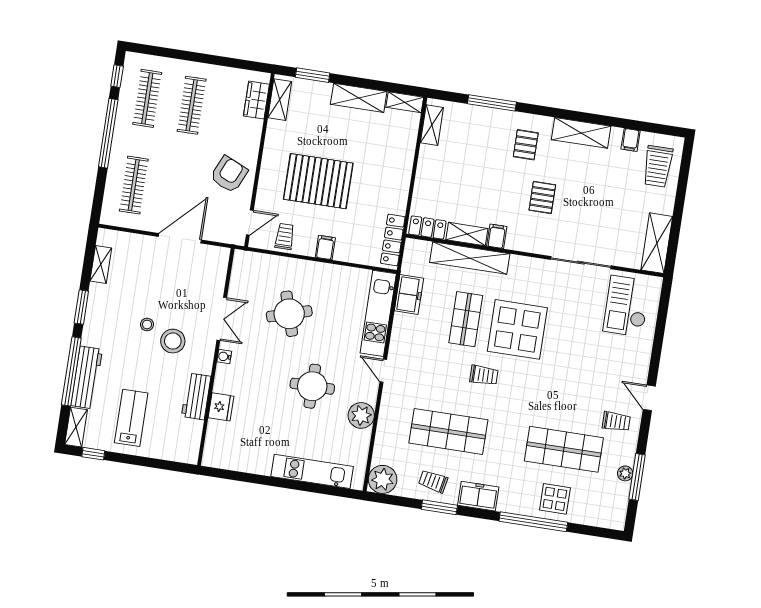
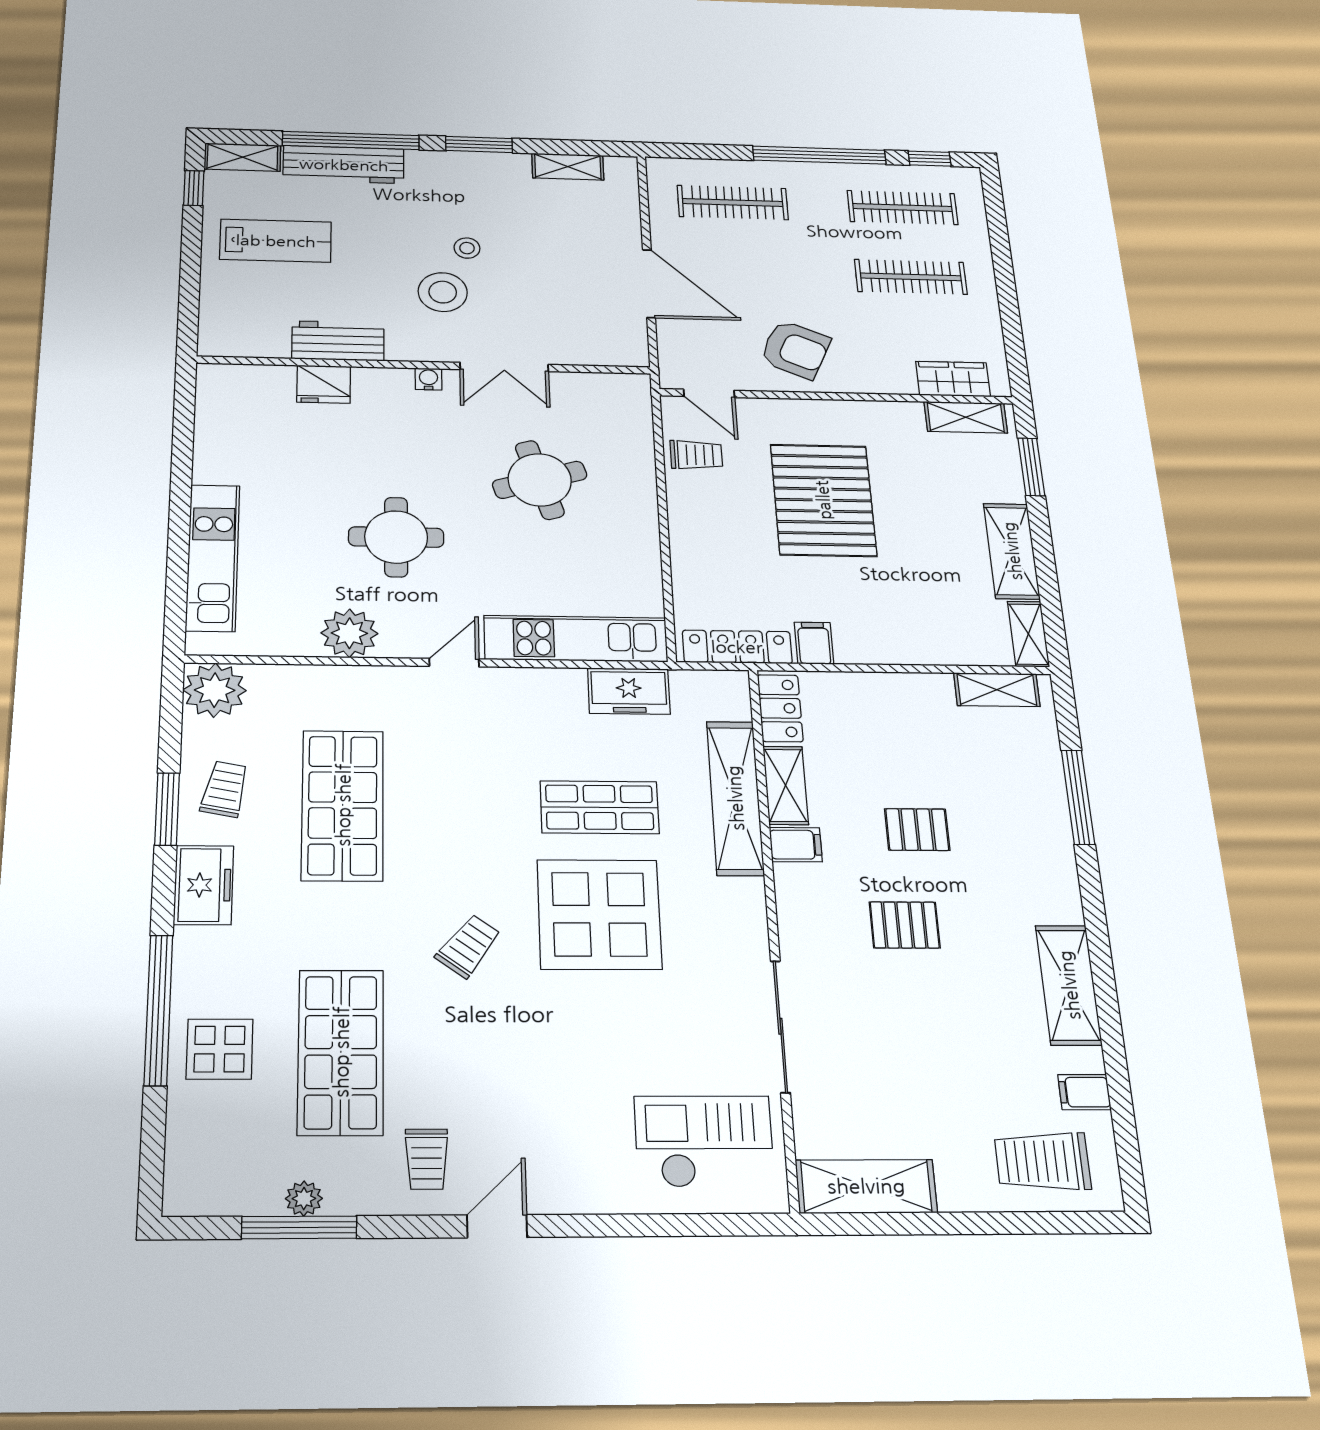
pallet: (526, 145) -> (917, 830), moved
filing cabinet: (325, 248) -> (814, 643), moved, turned -90
trolley: (484, 375) -> (468, 946), moved, turned -143

